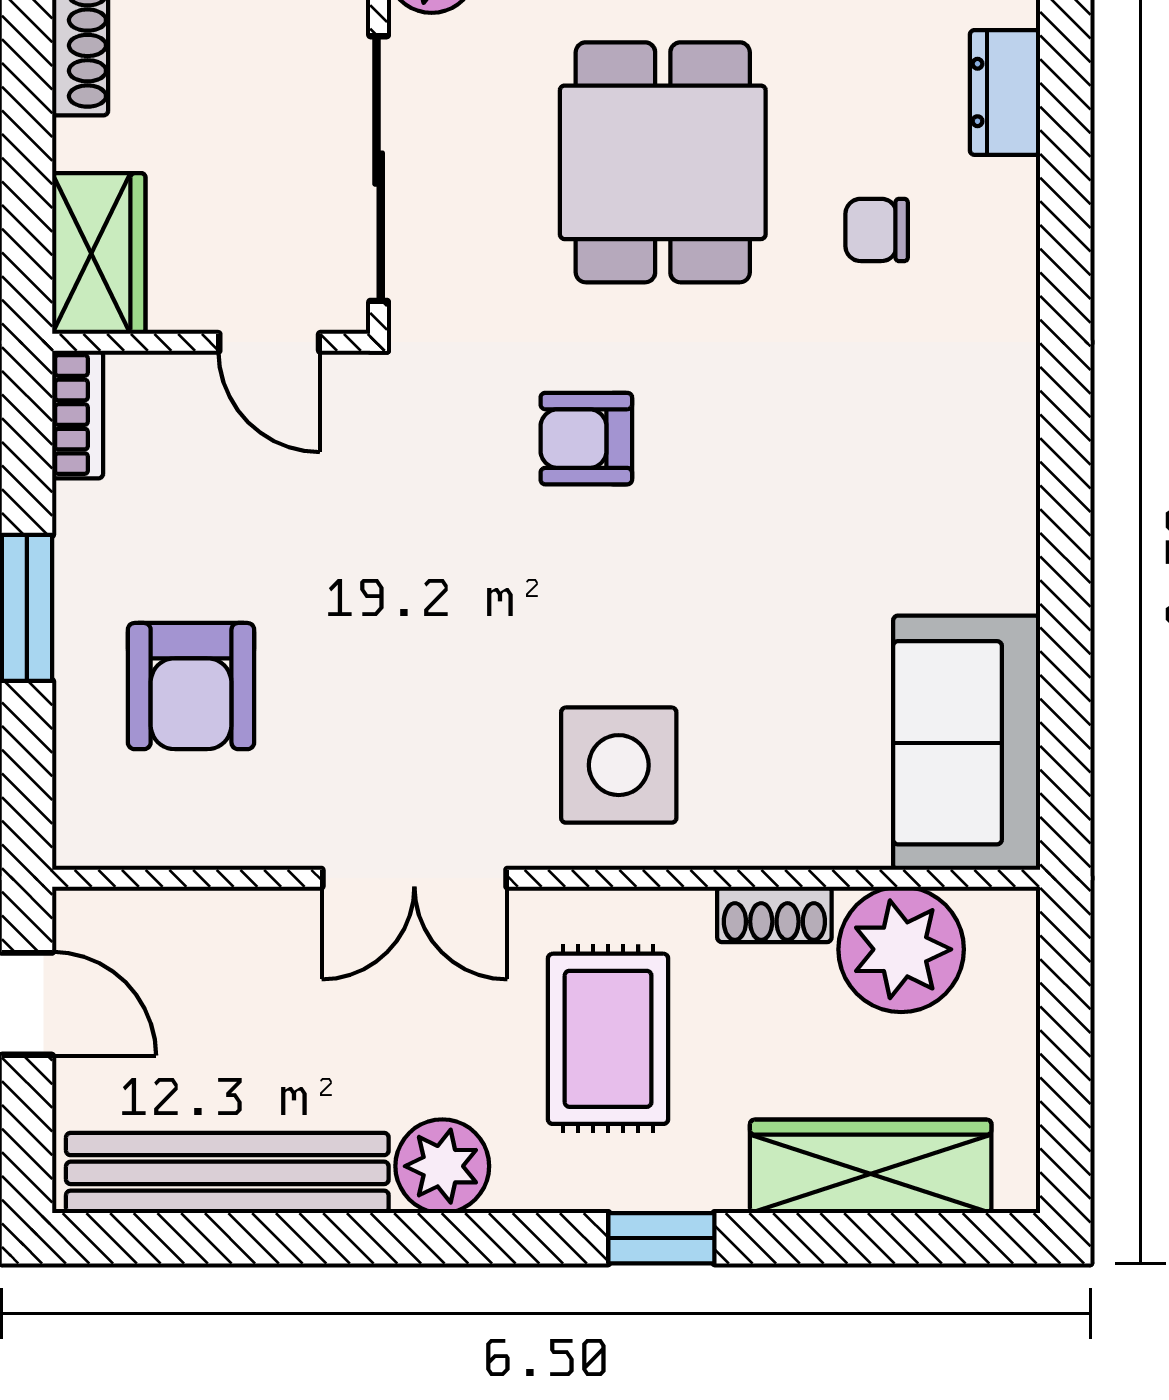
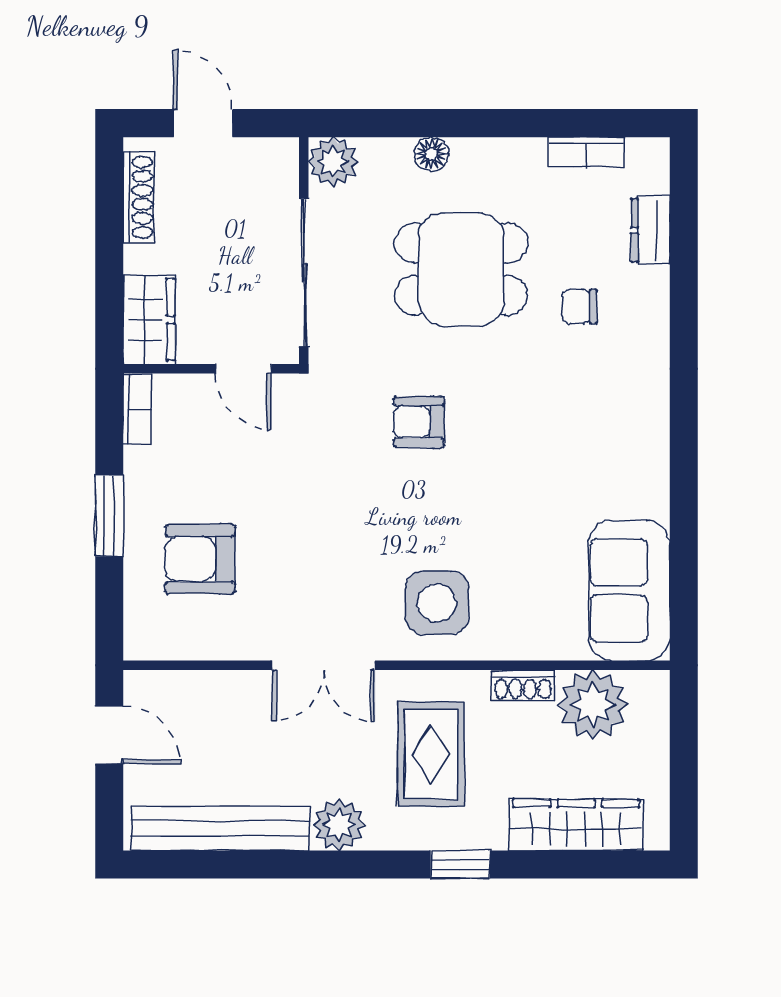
dining table: (663, 162) -> (461, 269), turned 90
armchair: (191, 686) -> (200, 559), turned 90

